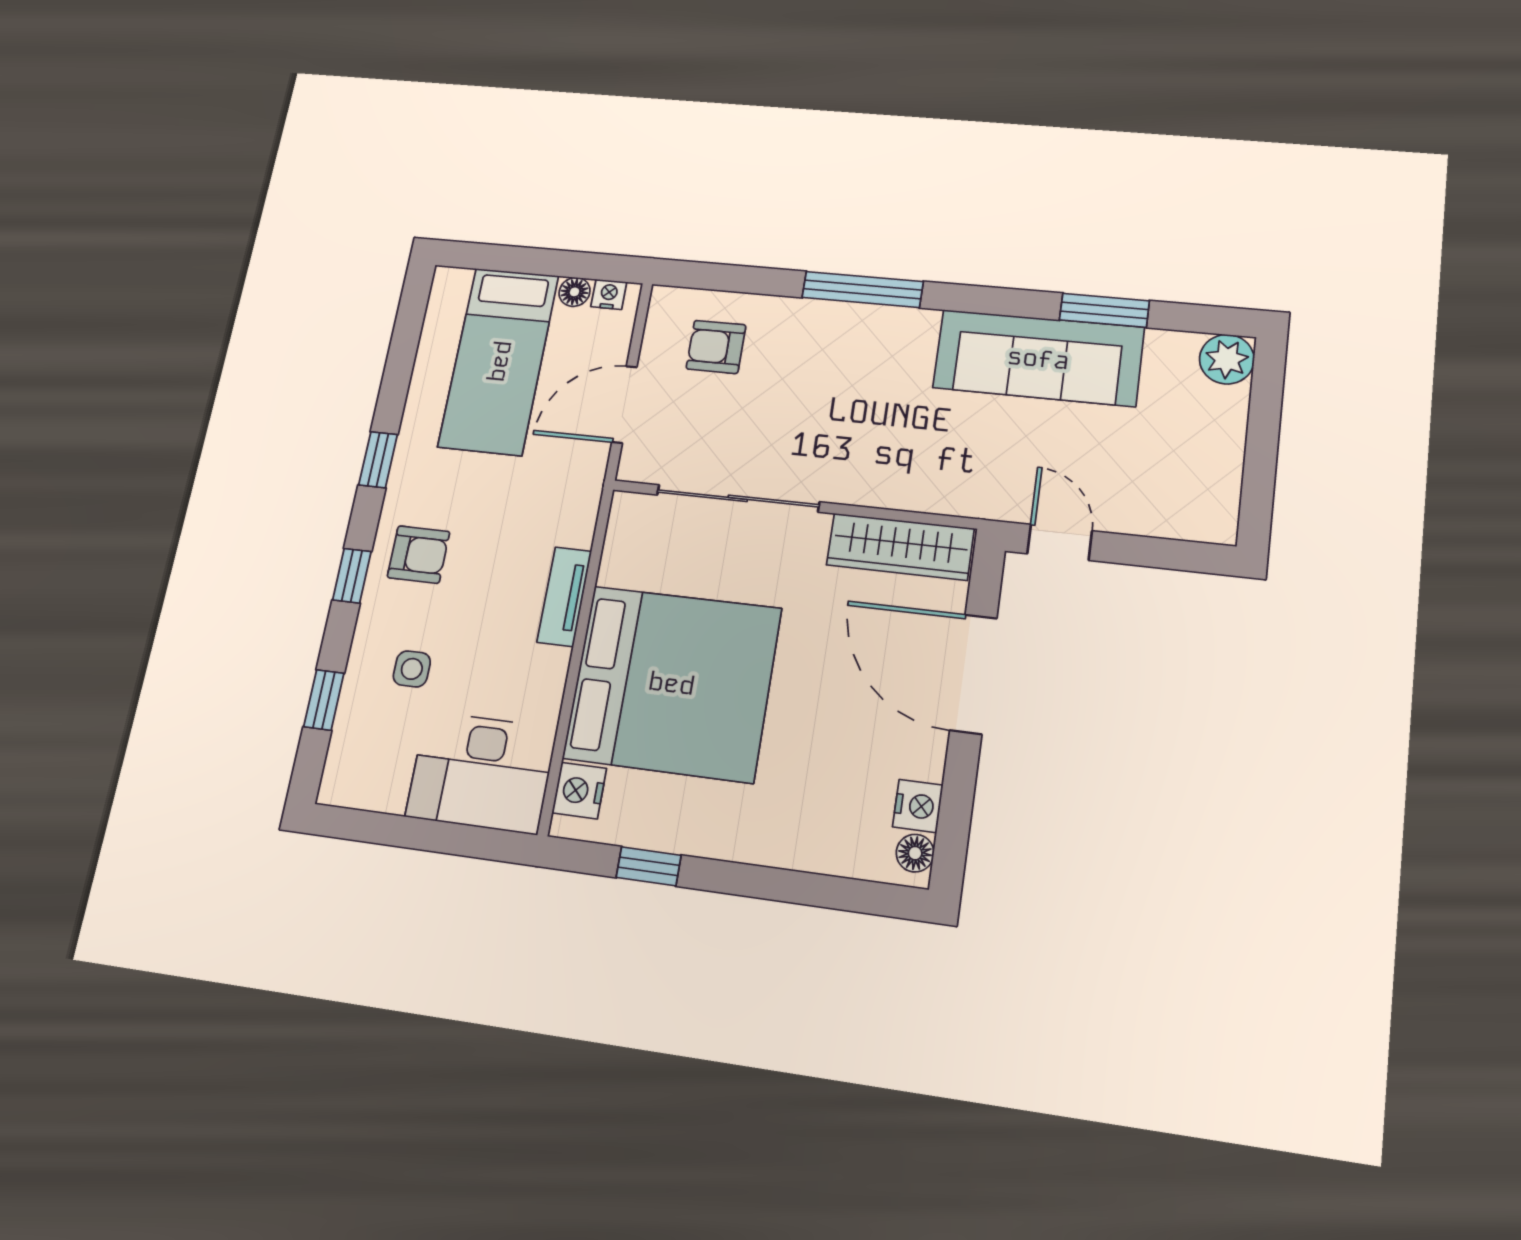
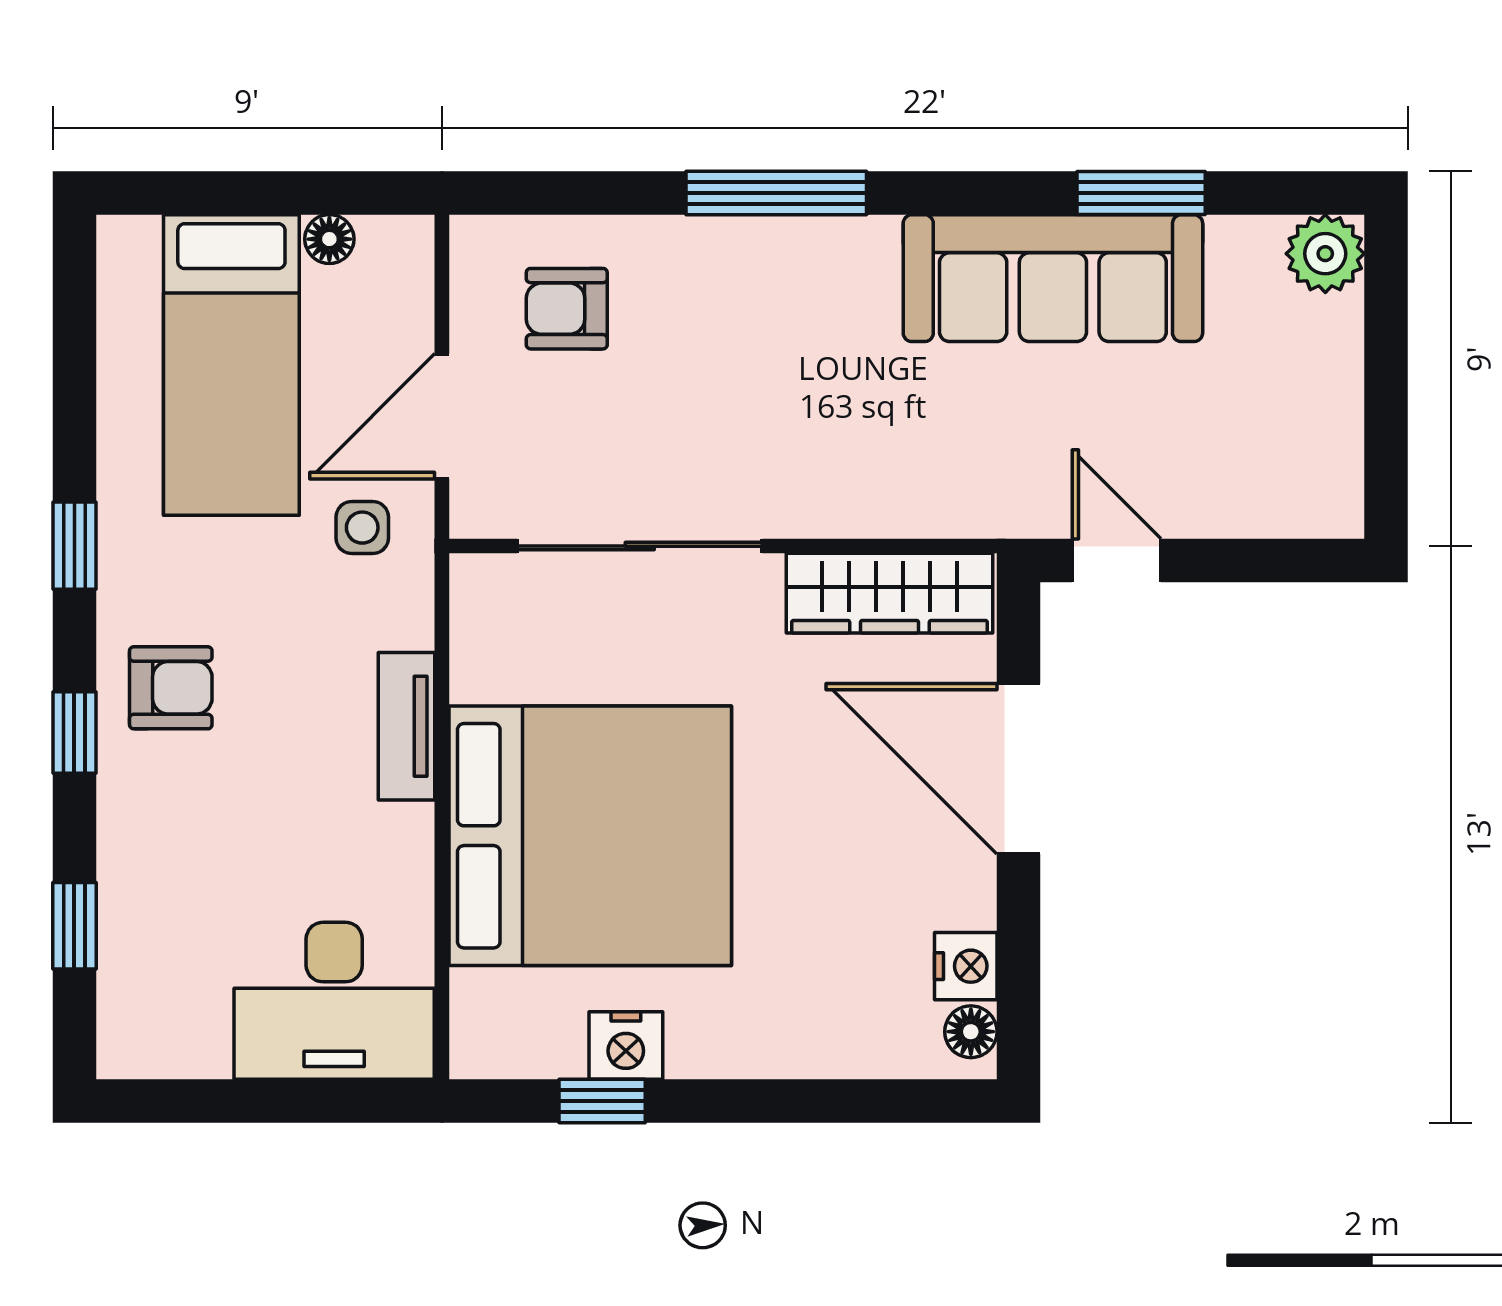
nightstand: (609, 294) -> (384, 238), removed
side table: (412, 669) -> (362, 528), moved
nightstand: (579, 791) -> (626, 1045), moved, turned -90

